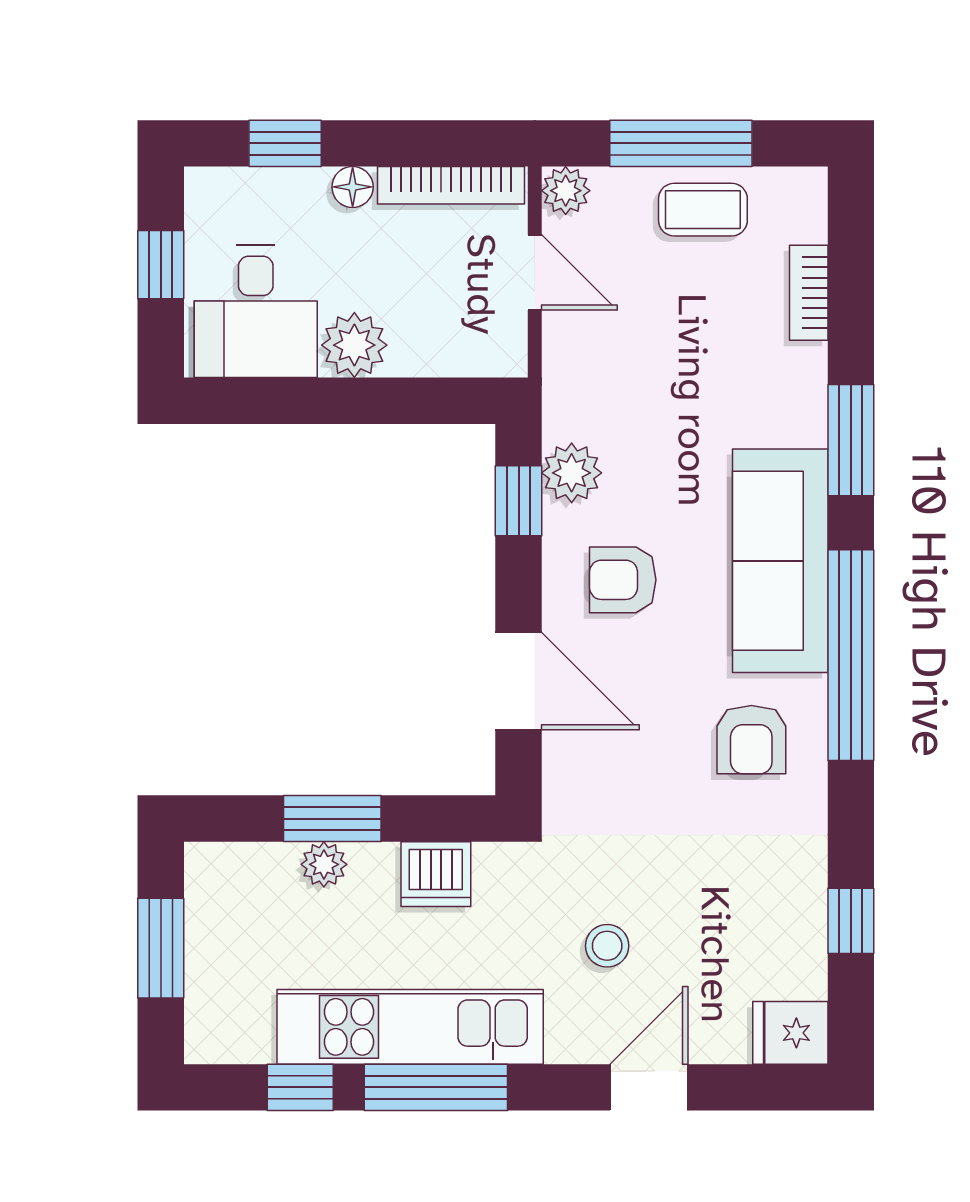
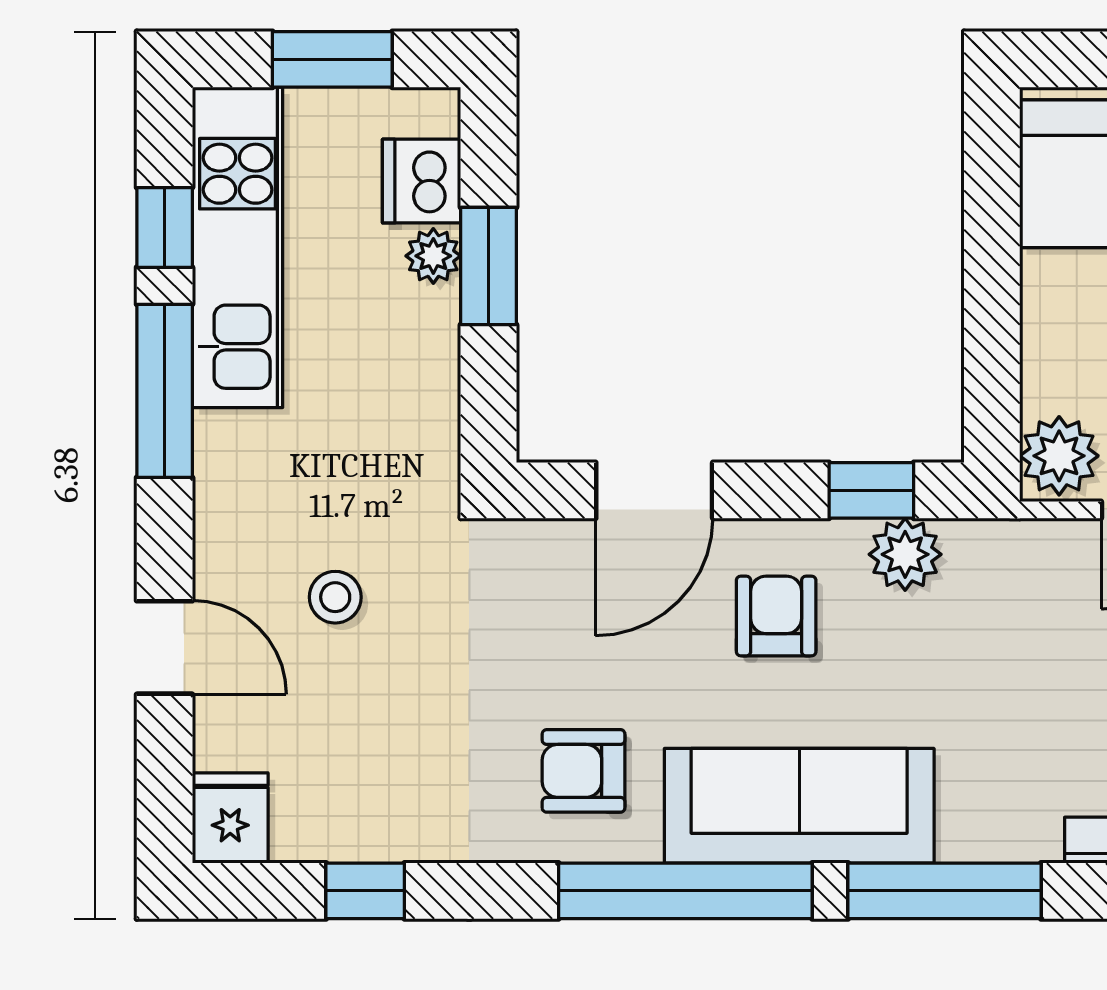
plant: (354, 345) -> (1059, 456), moved
window: (851, 440) -> (945, 891), width x1.44
dishwasher: (436, 874) -> (422, 181), moved
kitchen unit: (410, 1027) -> (238, 247), moved

